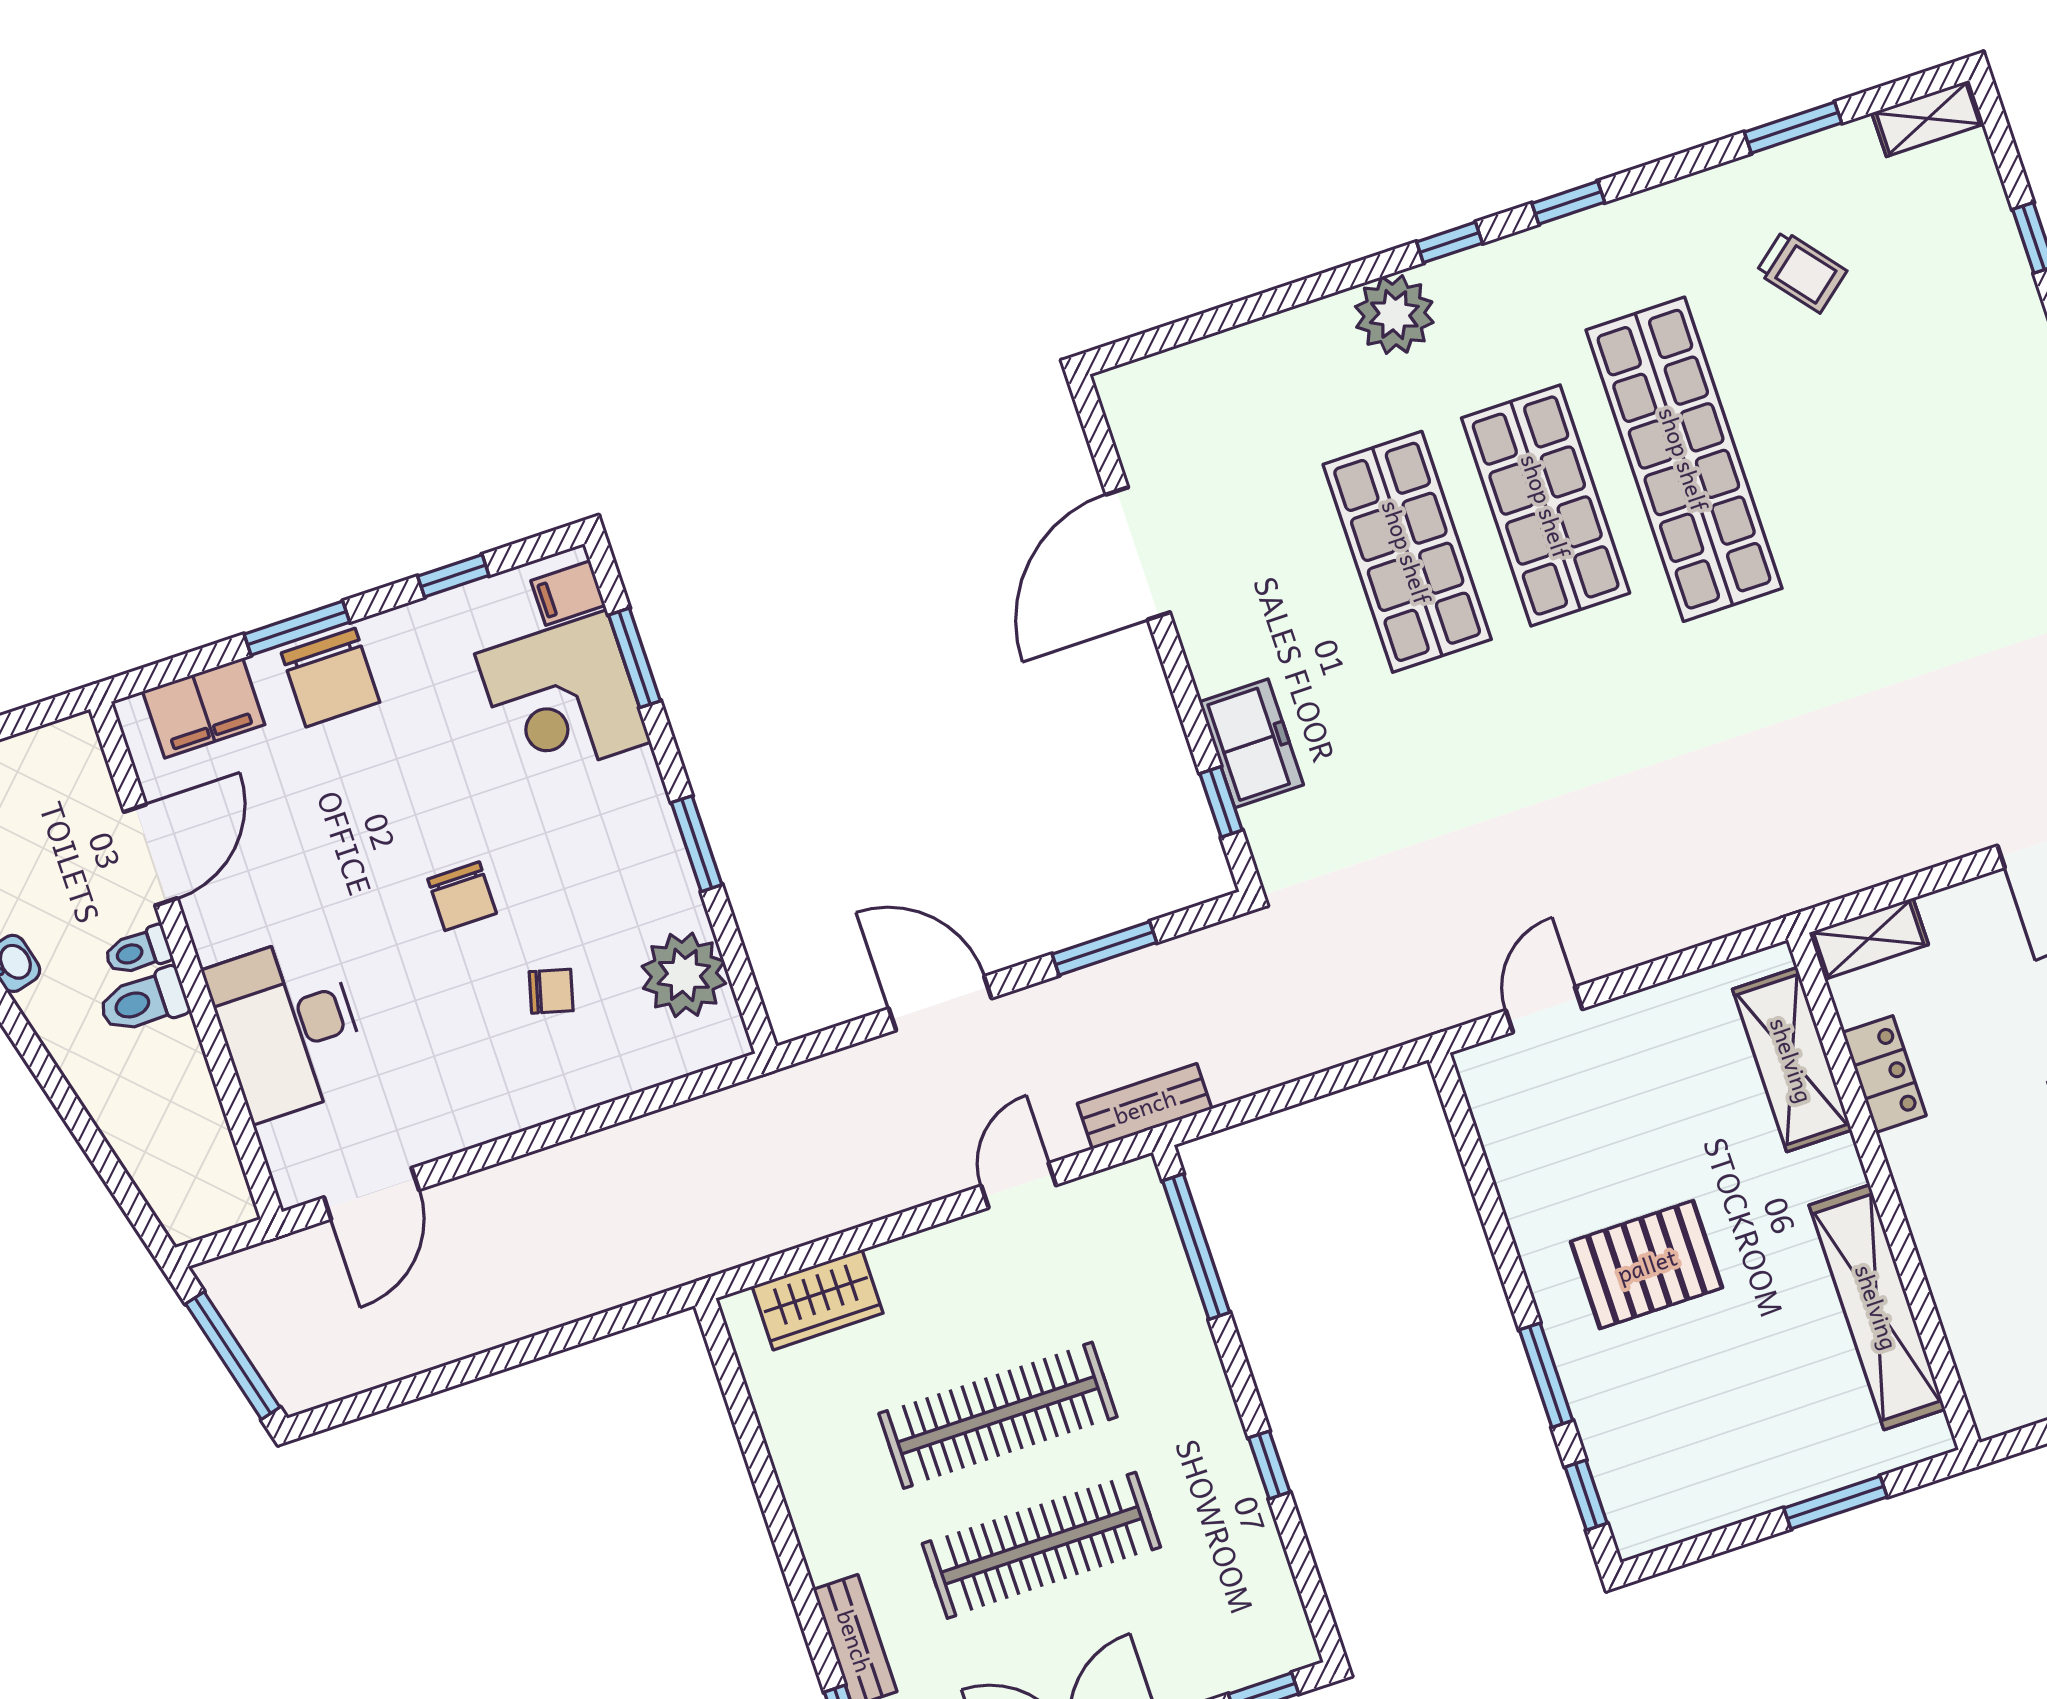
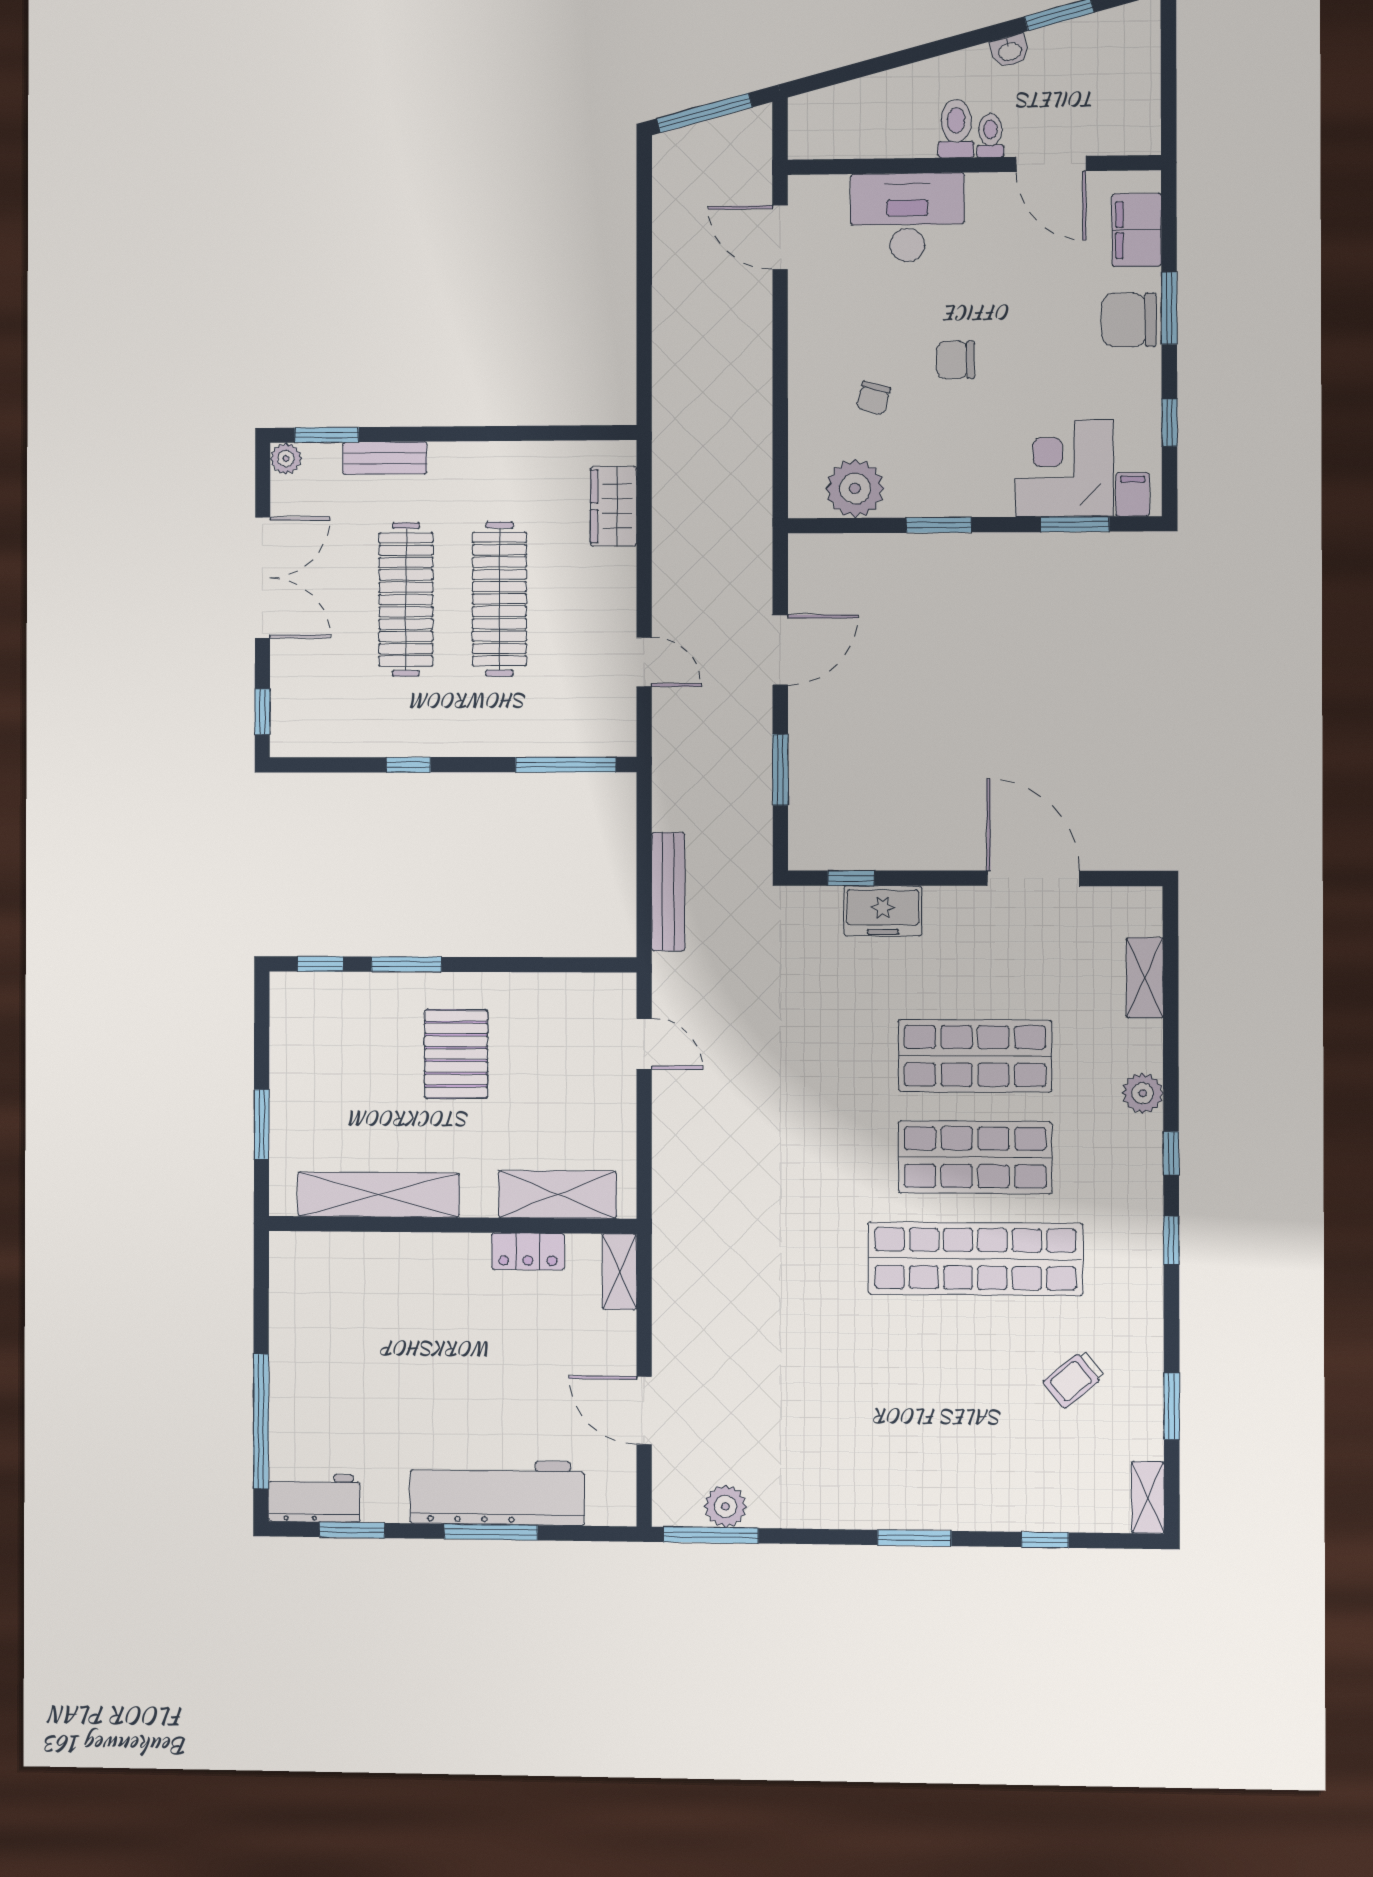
plant: (1394, 315) -> (1143, 1093), width x0.73, depth x0.73
shelving: (1223, 357) -> (1145, 978), added
bench: (1145, 1106) -> (668, 892), moved, width x1.36

